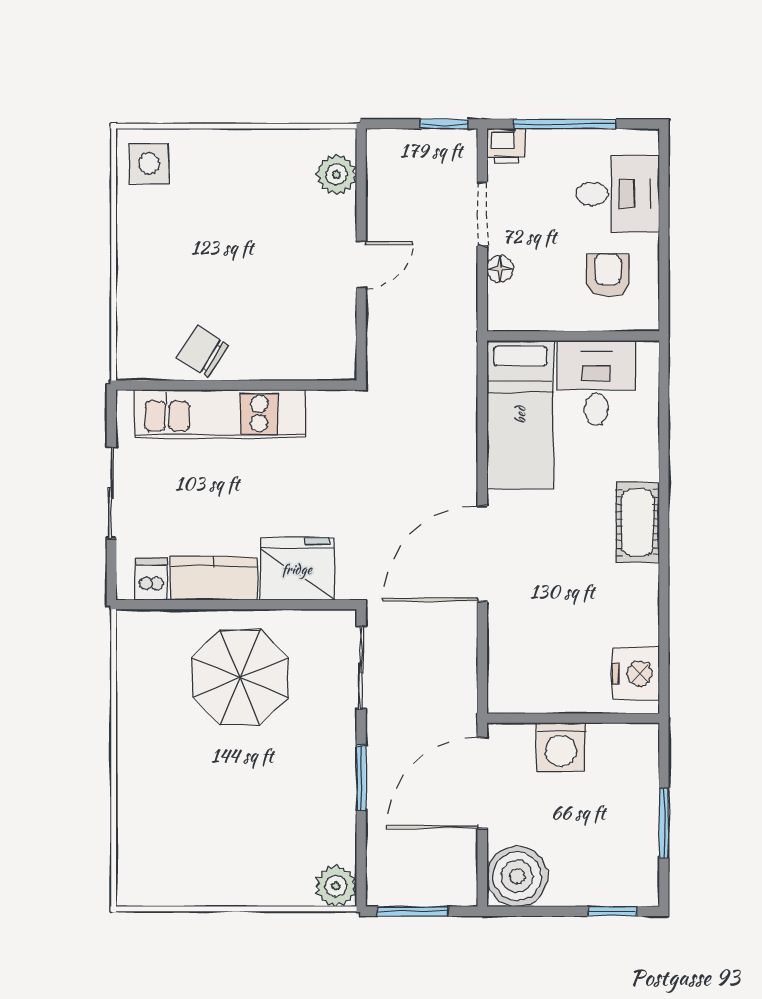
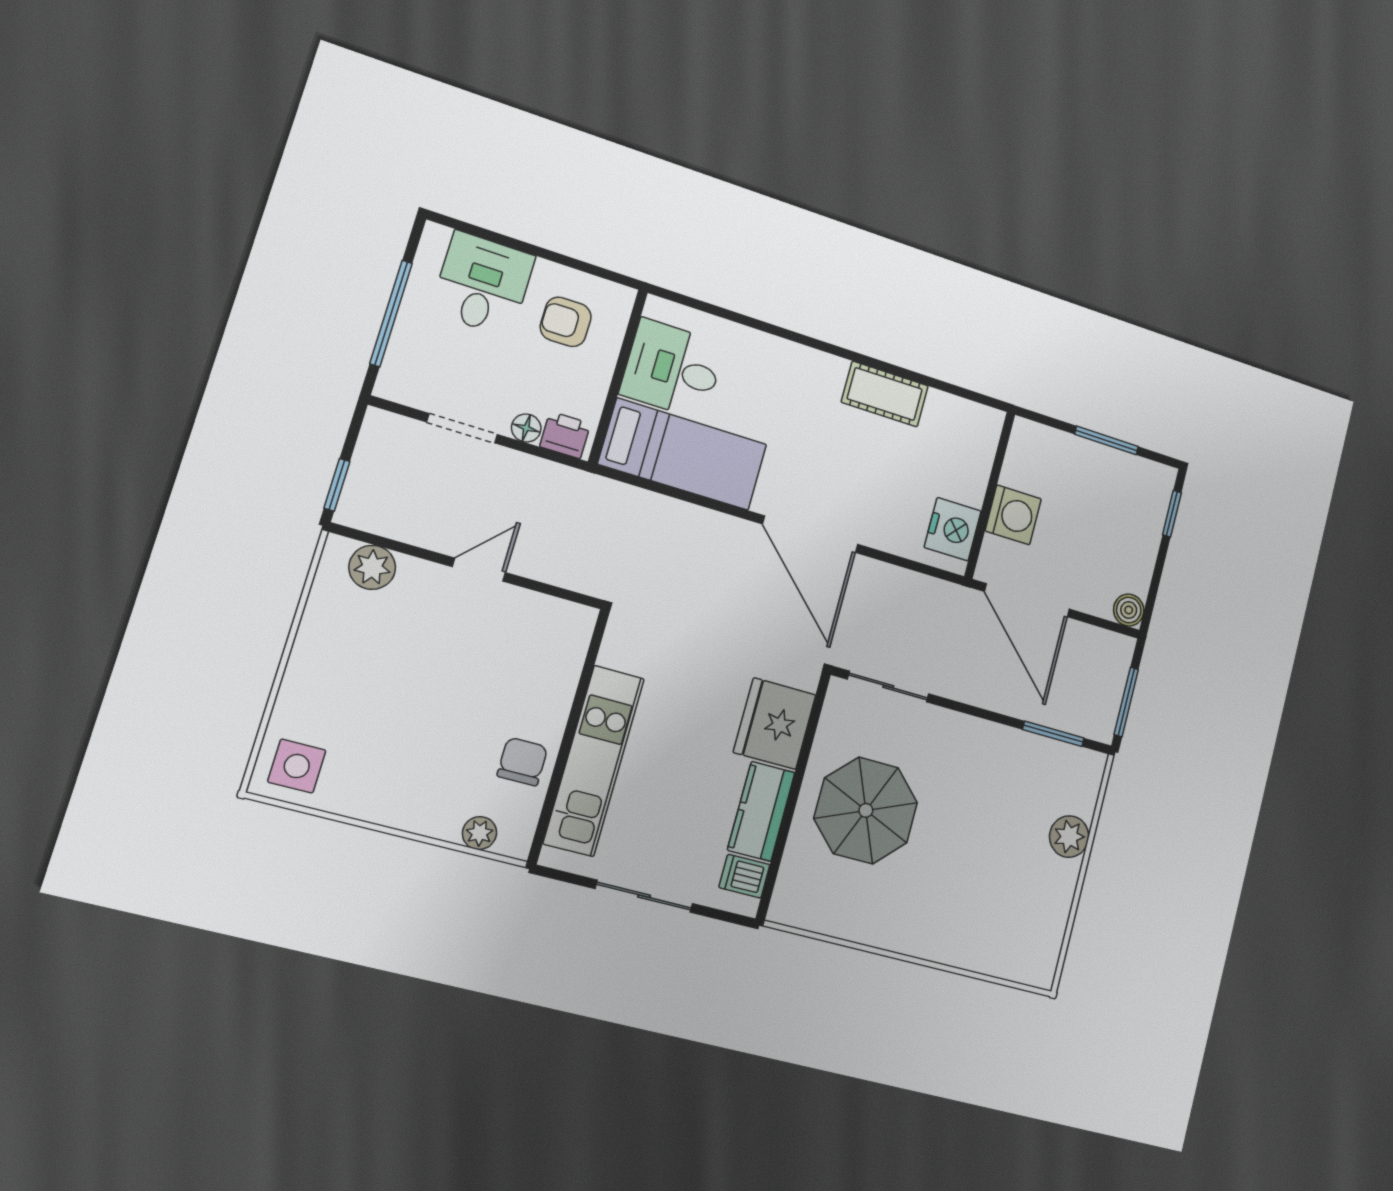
window: (444, 124) -> (337, 485), moved
printer: (506, 146) -> (565, 435), moved, turned -90
door: (361, 265) -> (479, 570), hinge flipped
plant: (131, 332) -> (480, 833), added
chair: (203, 351) -> (522, 761), turned 148
cot: (638, 523) -> (885, 394), moved
nightstand: (636, 674) -> (953, 529), moved, turned 90
window: (361, 778) -> (1053, 734), moved
boiler: (517, 876) -> (1129, 610), width x0.54, depth x0.54
plant: (336, 886) -> (1069, 837), moved

